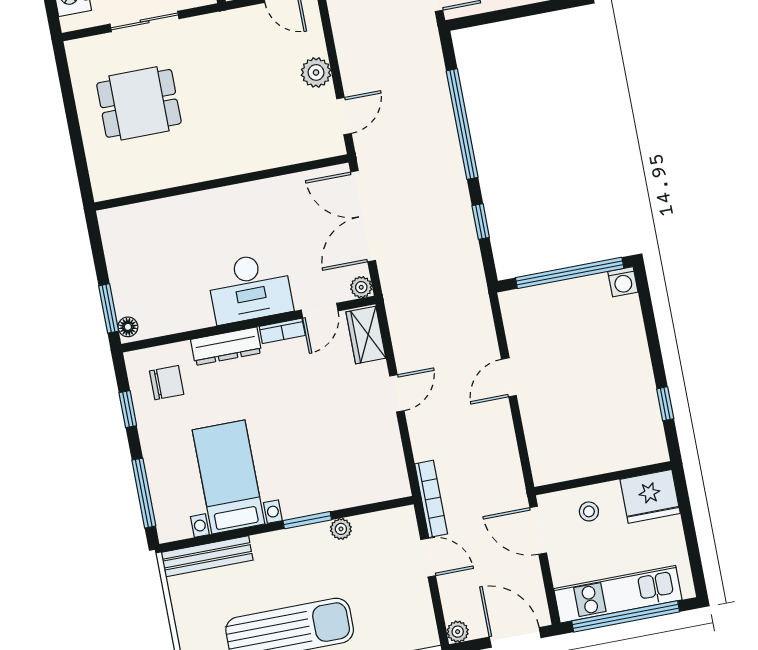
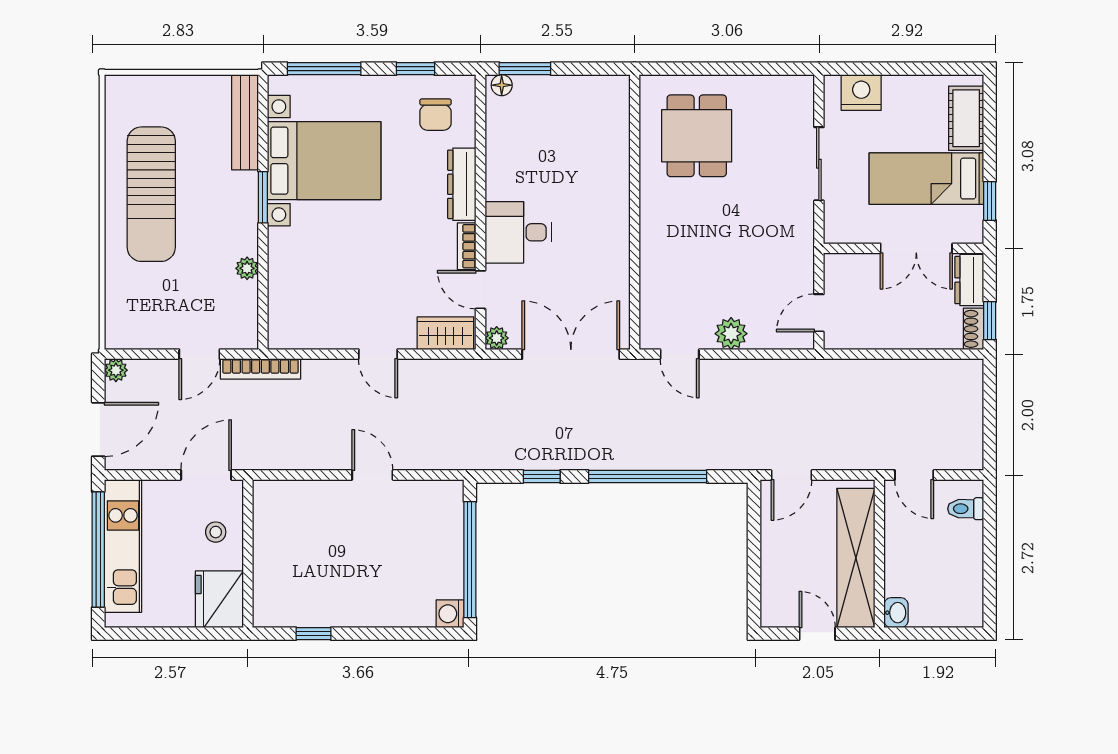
dining table: (139, 103) -> (697, 136), moved
desk: (250, 288) -> (518, 232), width x0.73
bed with nightstands: (228, 477) -> (324, 161), width x1.36
window: (307, 520) -> (263, 197), moved

